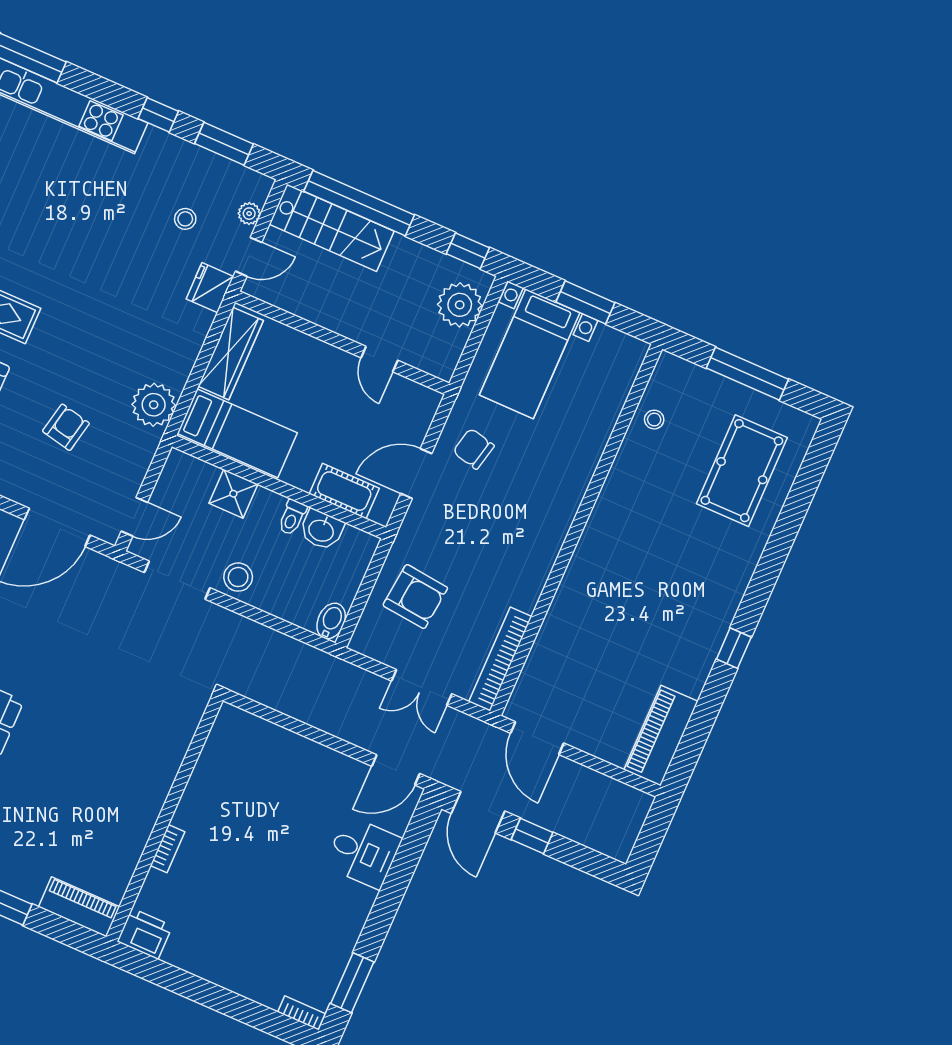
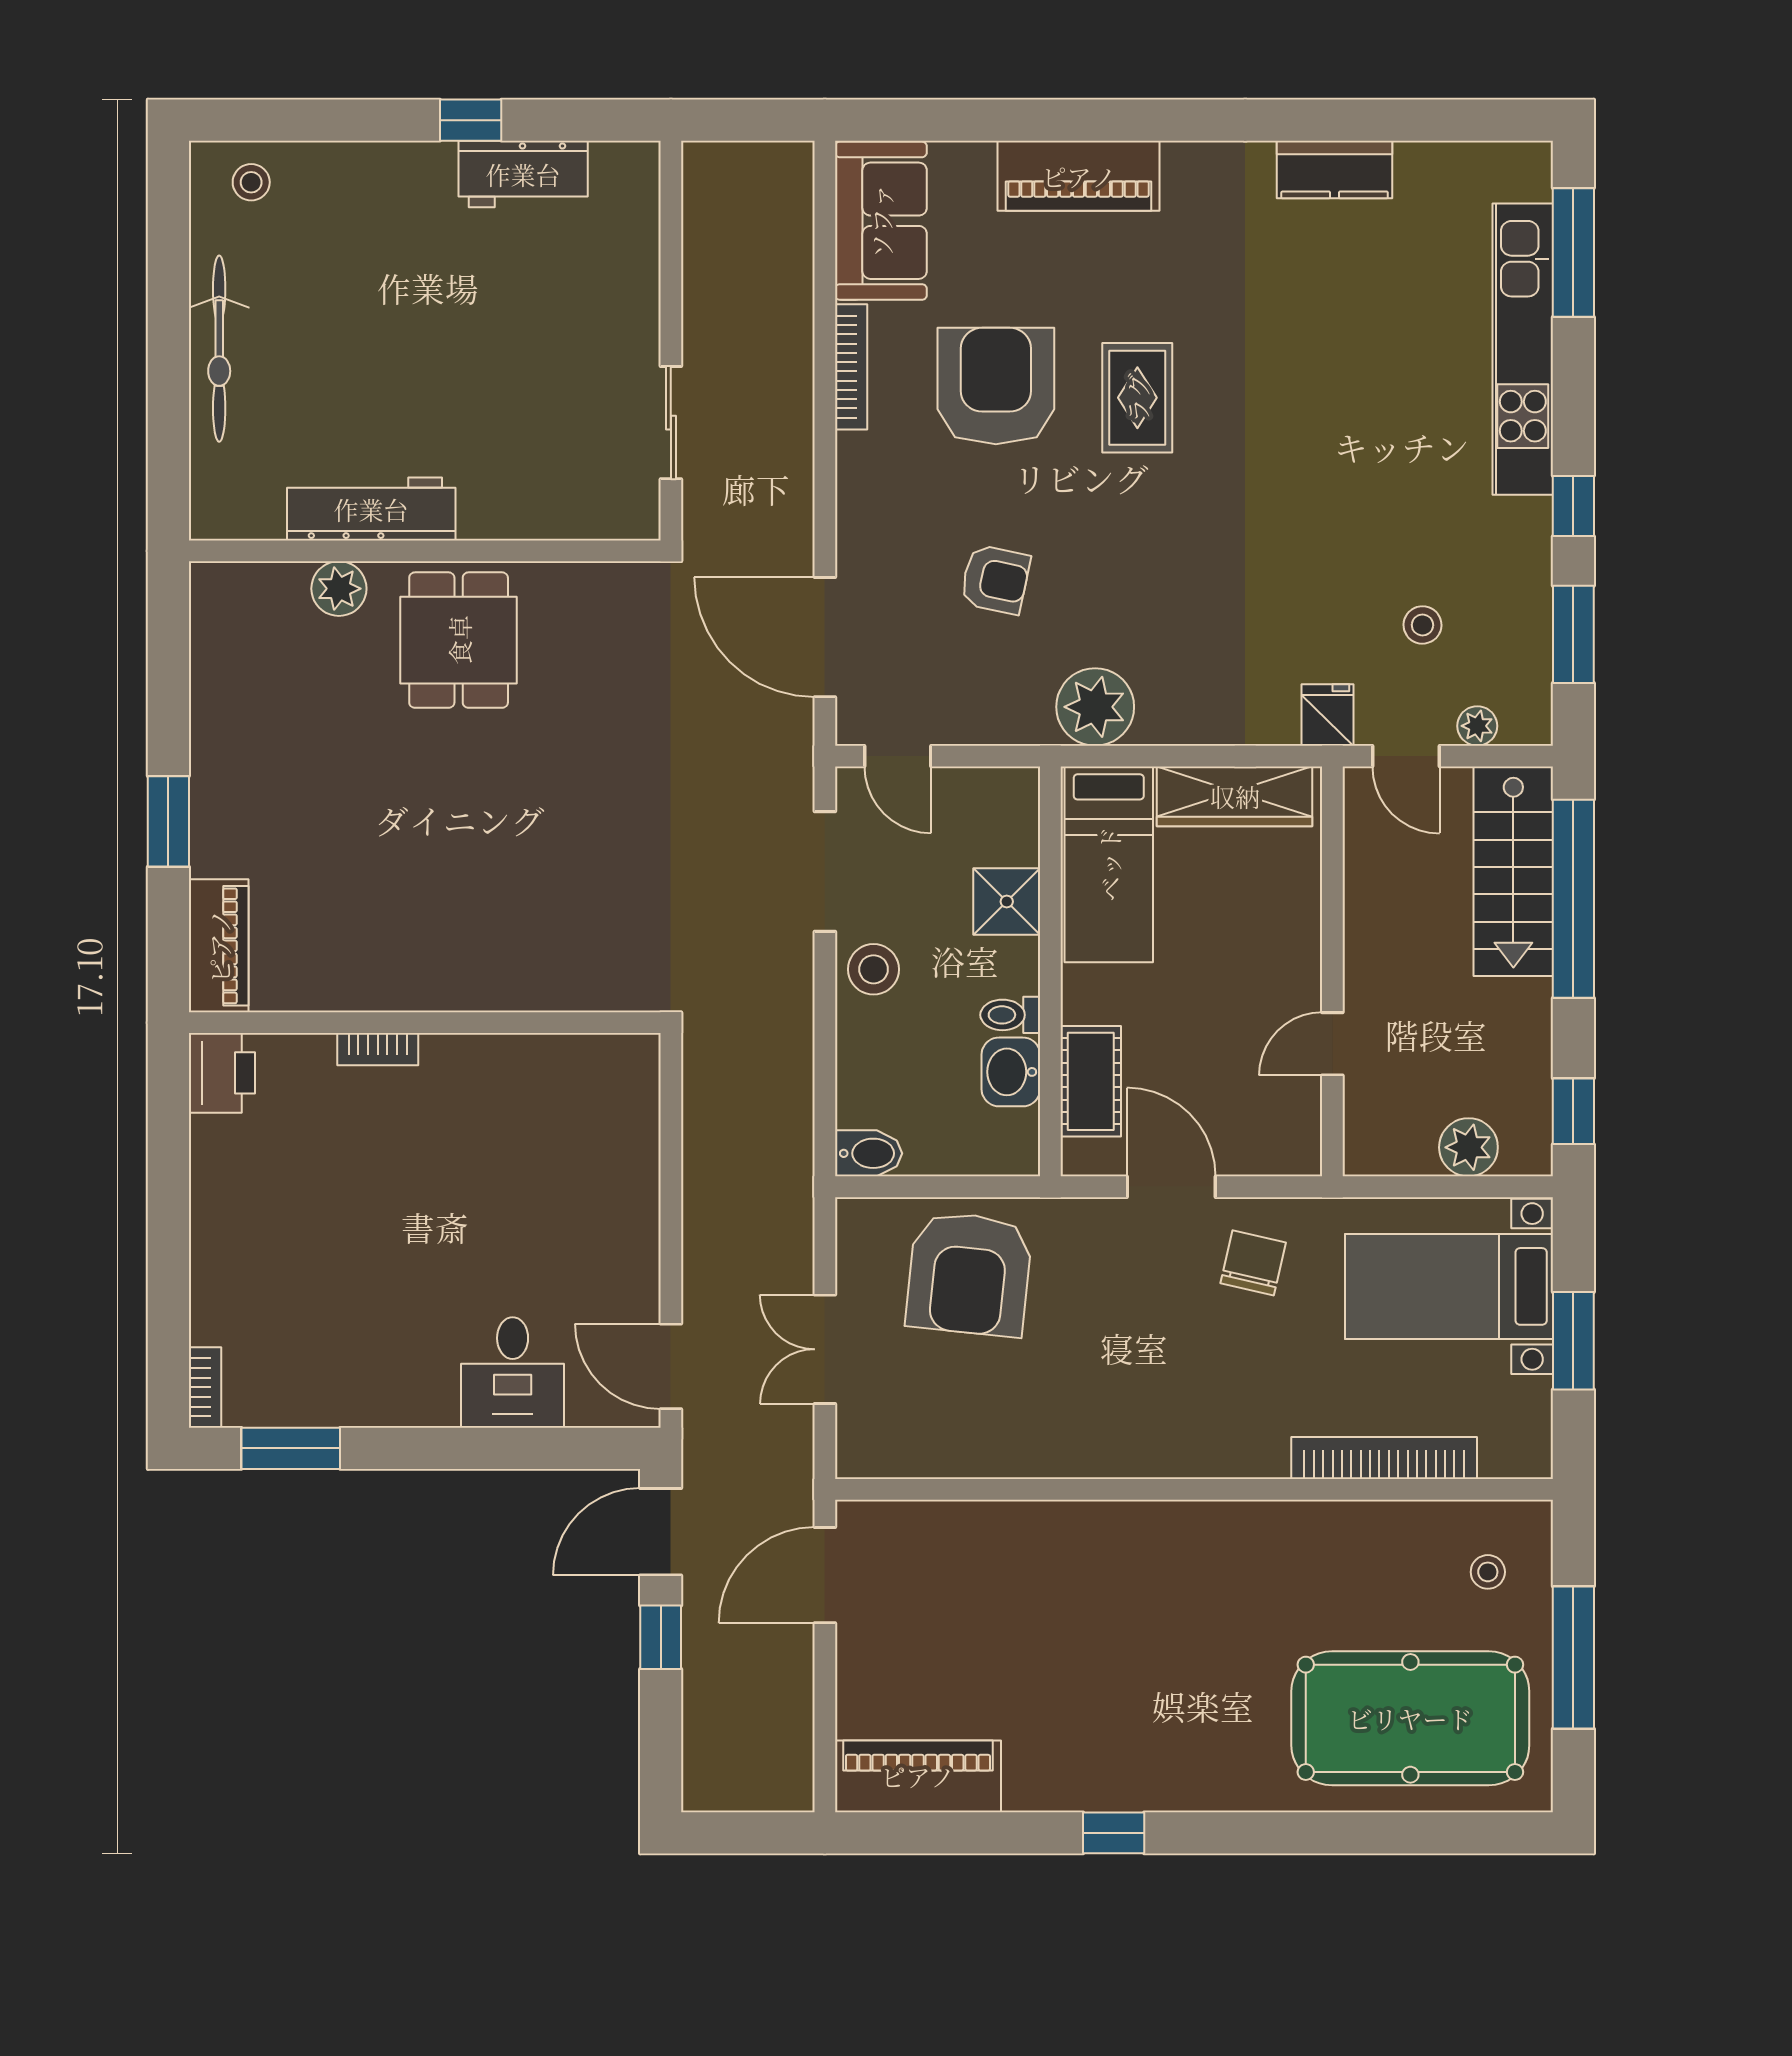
fridge: (210, 288) -> (1327, 715), width x0.72
plant: (460, 305) -> (1468, 1147), width x0.73, depth x0.73
stool: (654, 420) -> (1488, 1572), moved
pool table: (742, 471) -> (1410, 1718), width x1.36, depth x1.32
armchair: (415, 597) -> (969, 1274), width x1.36, depth x1.36
bookcase: (500, 659) -> (1384, 1458), moved

